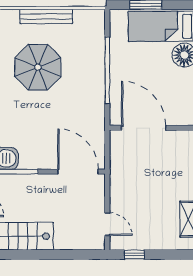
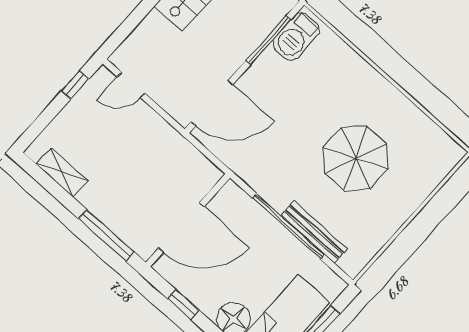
bench: (46, 16) -> (314, 232), moved, turned 90
door: (144, 128) -> (181, 227), moved

